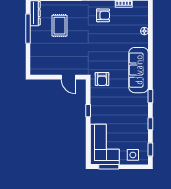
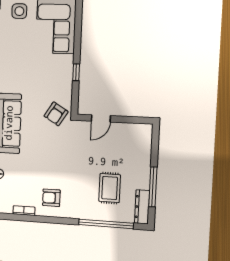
door: (68, 77) -> (101, 118), swing flipped
armchair: (102, 79) -> (56, 114), turned -148

